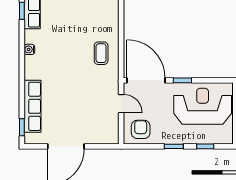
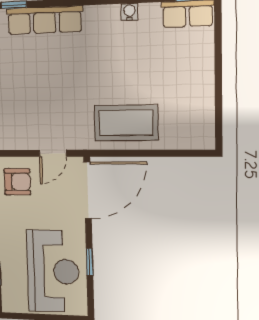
coffee table: (101, 53) -> (126, 123), width x1.86, depth x1.72
window: (182, 80) -> (90, 262), moved

